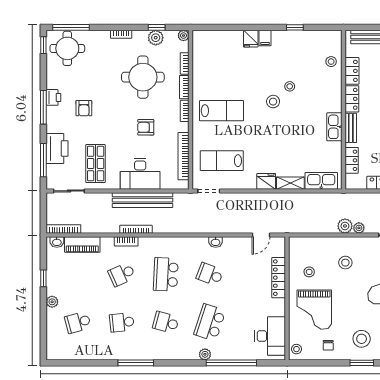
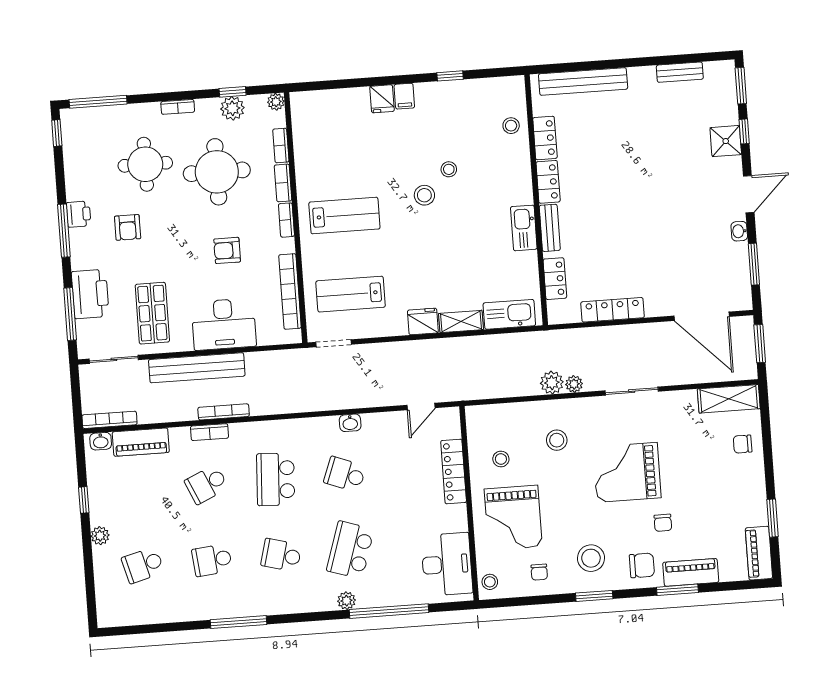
round table: (67, 48) -> (145, 164), moved
bench: (142, 200) -> (197, 368), moved

